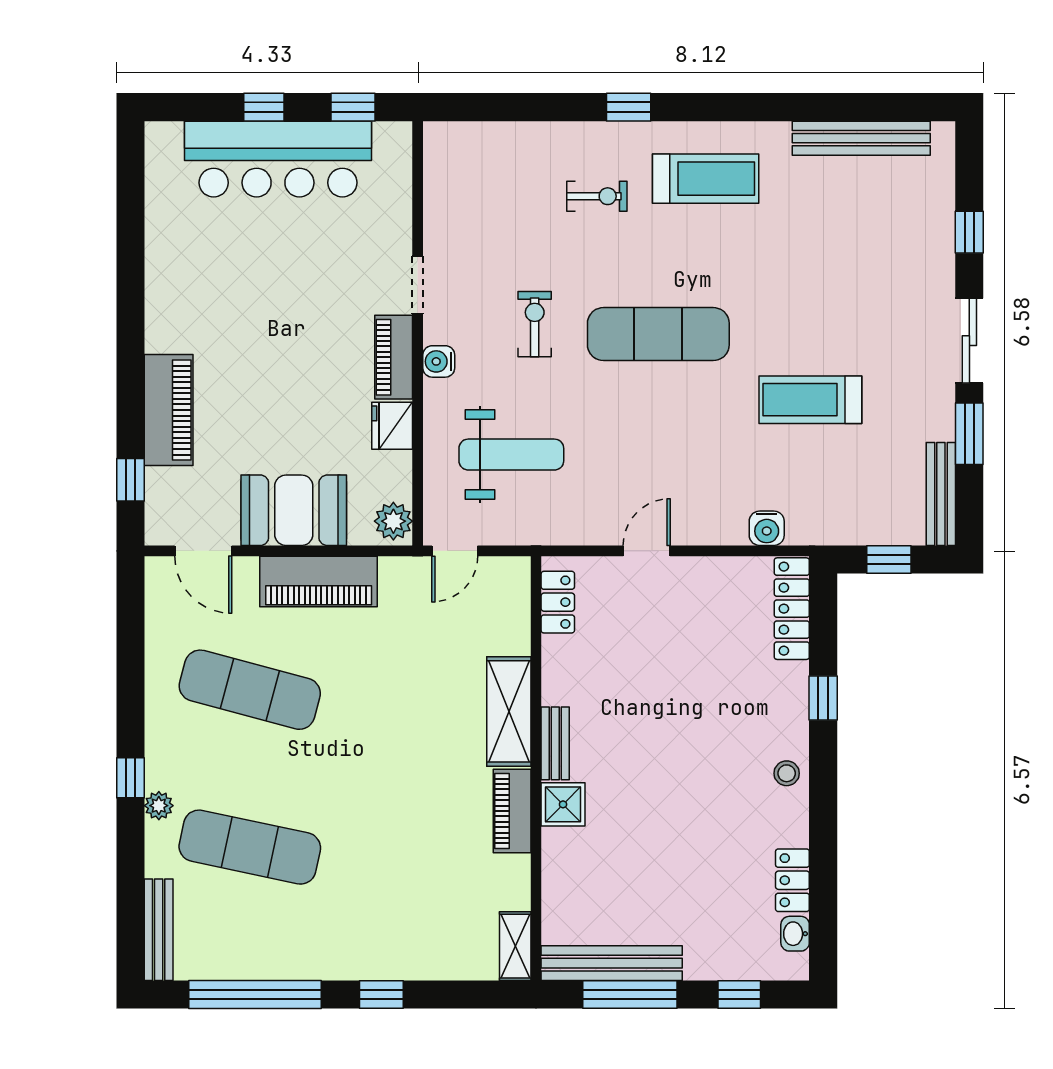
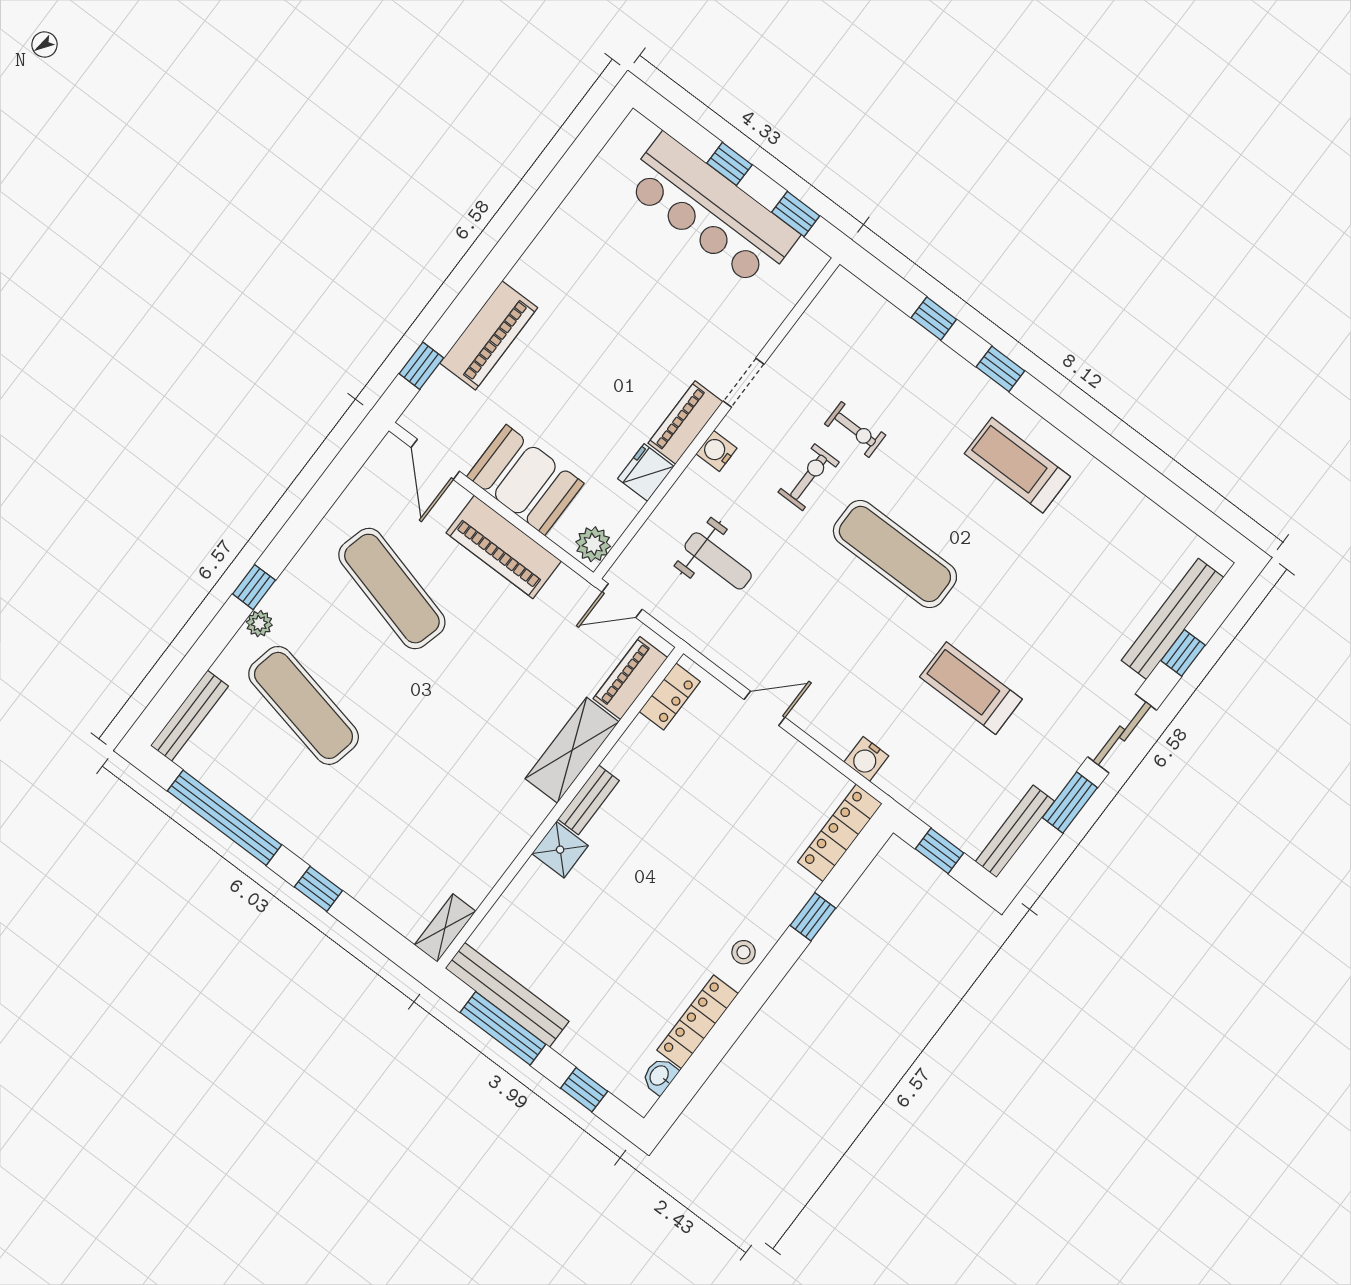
window: (539, 107) -> (934, 319), added
bench: (861, 138) -> (1172, 619), moved, turned 90
treadmill: (706, 179) -> (1017, 465), turned 180
exercise bike: (597, 196) -> (855, 429), moved
weight bench: (511, 455) -> (718, 561), width x0.73, depth x0.75
piano: (512, 811) -> (630, 678), moved
locker: (792, 880) -> (698, 1022), width x1.53

